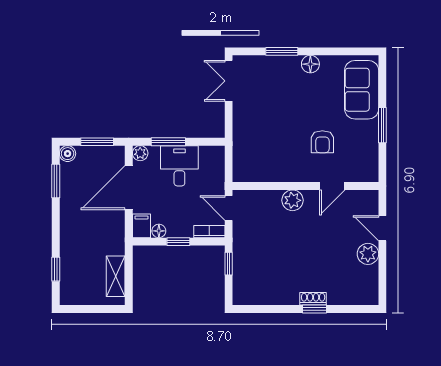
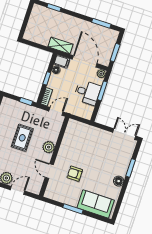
boiler: (68, 154) -> (114, 35), removed
rug: (292, 250) -> (22, 138), added
shelving: (116, 276) -> (61, 45), moved

